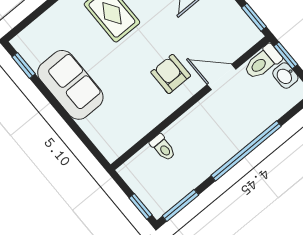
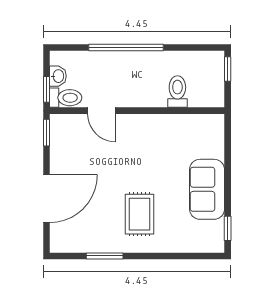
armchair: (171, 74) -> (134, 141), removed
toilet: (163, 148) -> (177, 92), width x1.37, depth x1.39
window: (180, 205) -> (200, 47), removed

